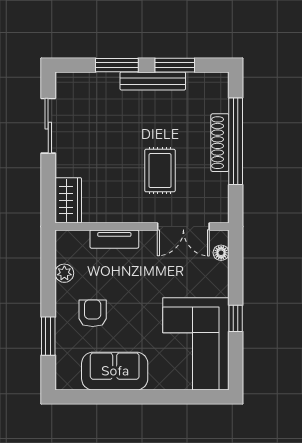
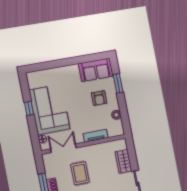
wardrobe: (68, 200) -> (123, 161), moved
corner sofa: (196, 344) -> (49, 109), moved
sofa: (115, 371) -> (96, 70), moved

